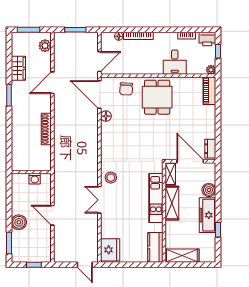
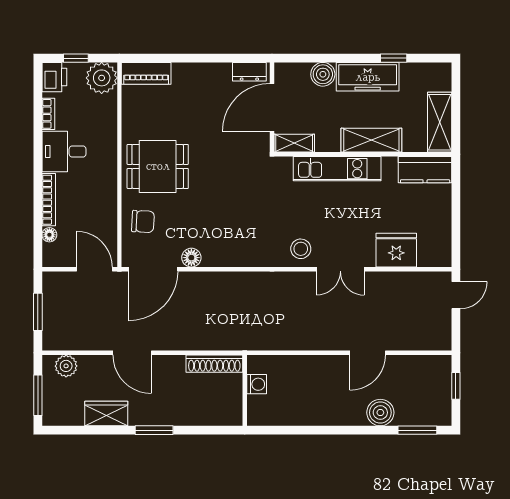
desk: (175, 62) -> (64, 152), moved, turned 180
plant: (211, 70) -> (102, 78), width x1.88, depth x1.88
wall: (31, 172) -> (245, 390), moved
washing machine: (35, 179) -> (257, 384), moved
shelving: (172, 203) -> (371, 140), moved
fridge: (110, 250) -> (396, 250), moved

